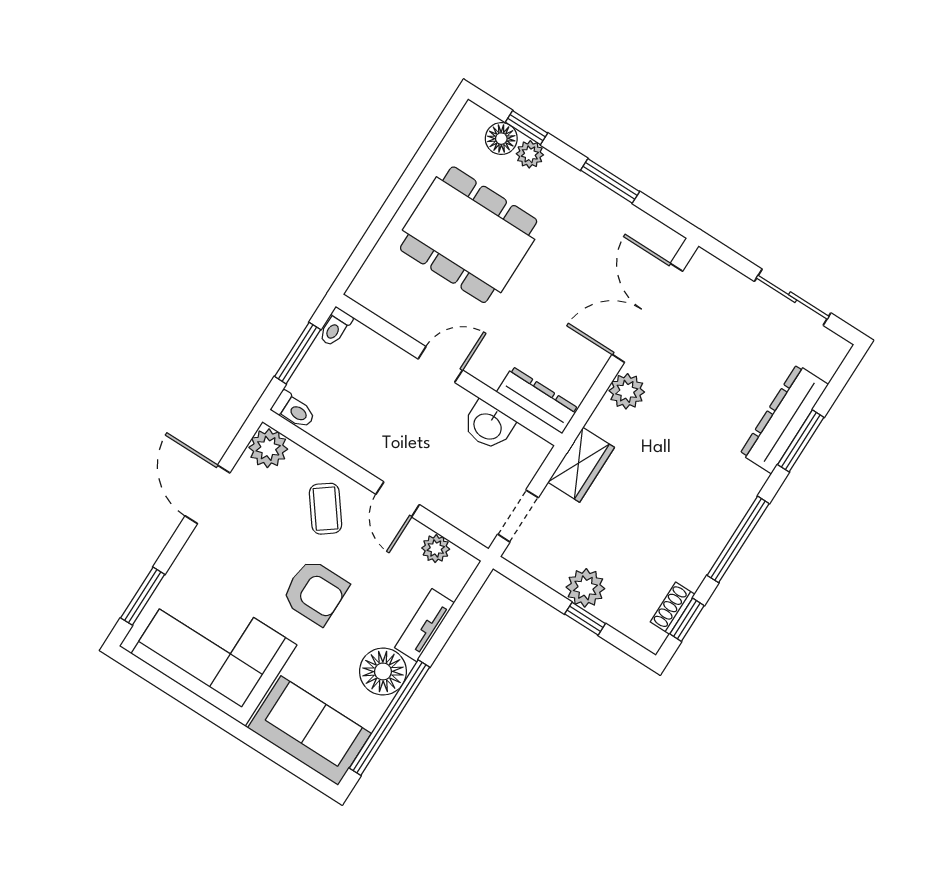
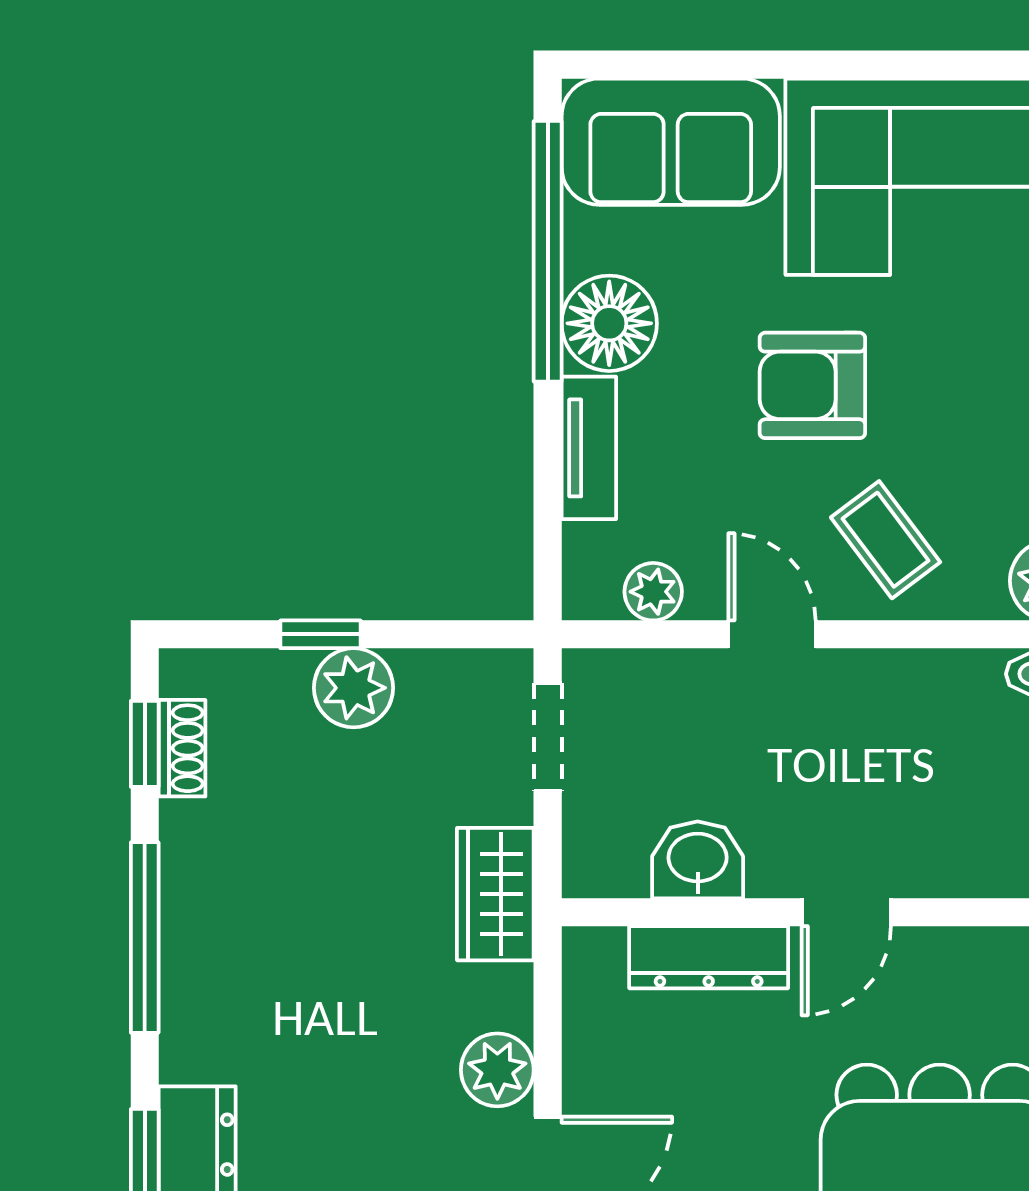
dresser: (537, 400) -> (709, 957), moved

